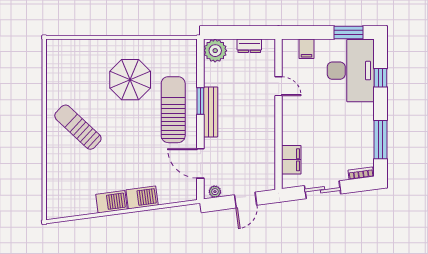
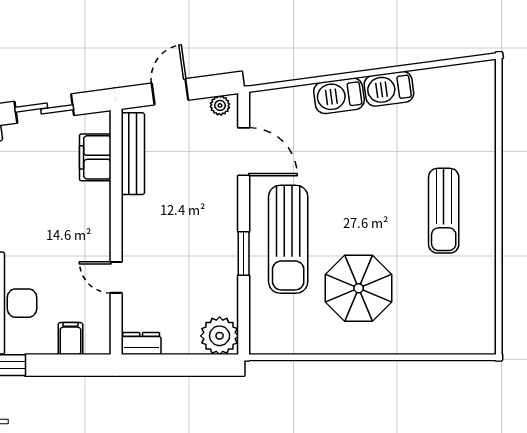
dresser: (249, 46) -> (141, 344), moved
bench: (211, 112) -> (133, 154), moved
sun lounger: (78, 127) -> (444, 211), turned 47

